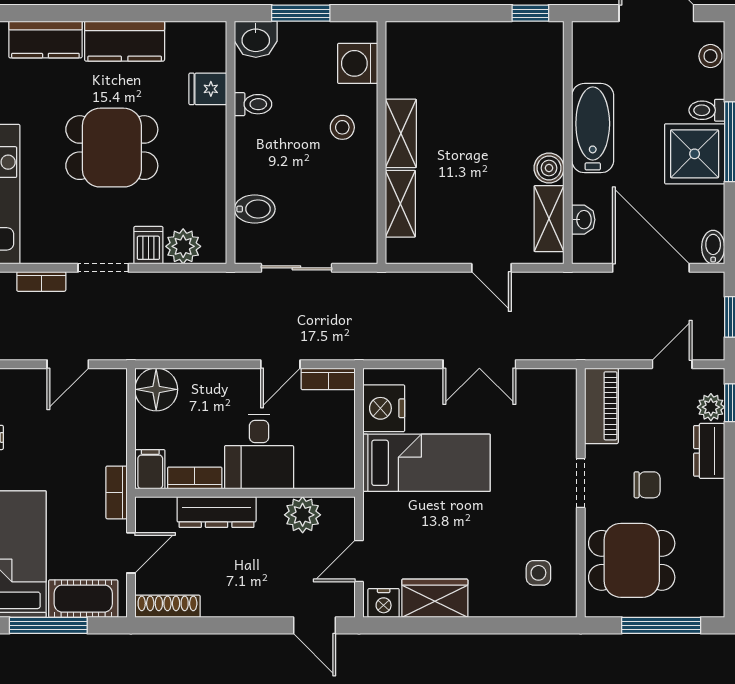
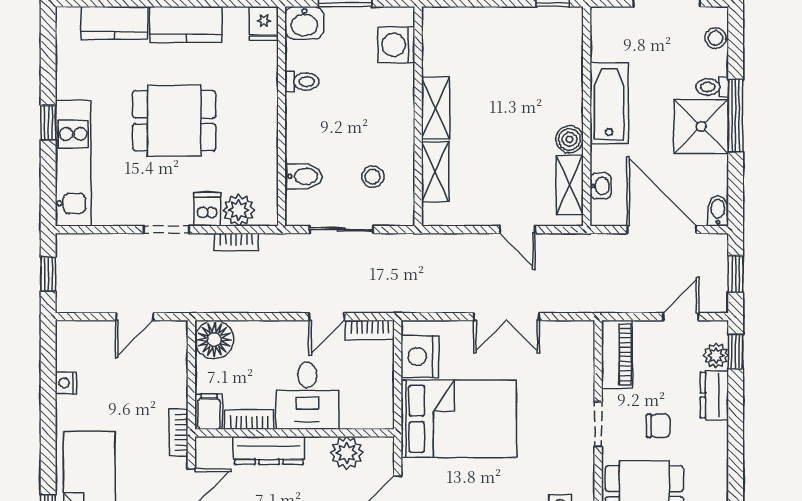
fridge: (208, 89) -> (264, 23), moved, turned -90
stool: (342, 127) -> (373, 177), moved
bookcase: (41, 281) -> (236, 242), moved
bed: (426, 463) -> (459, 419), width x1.50

